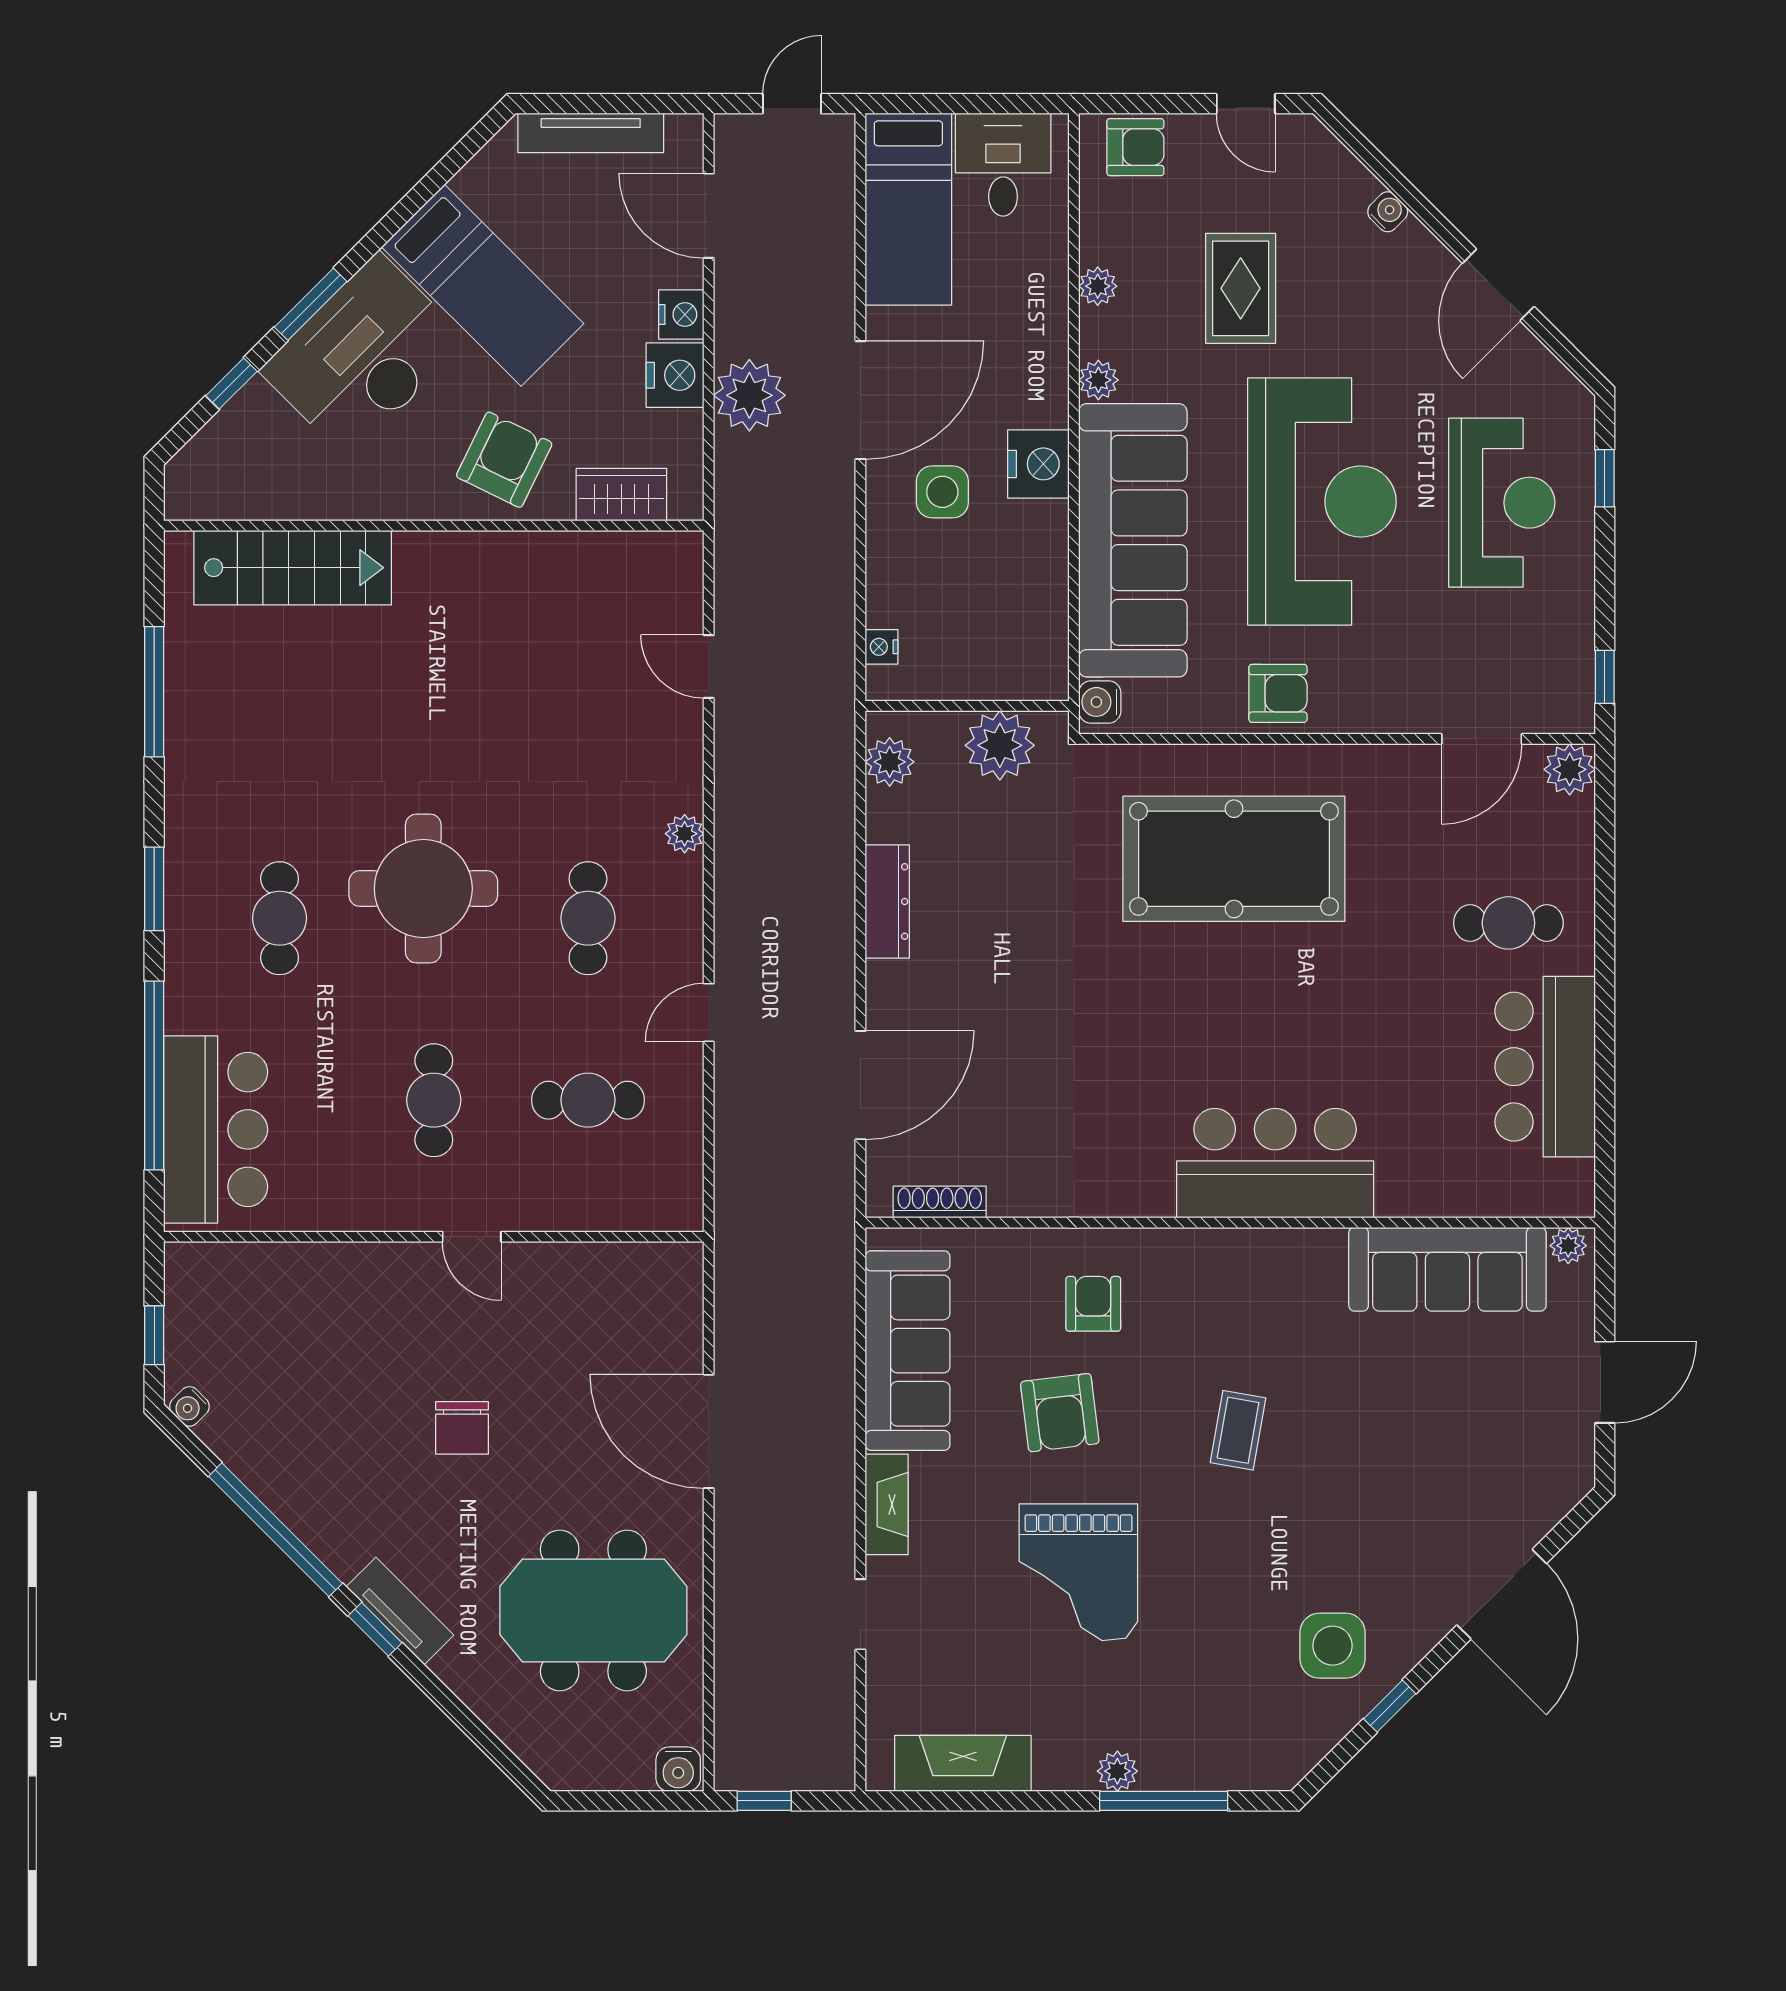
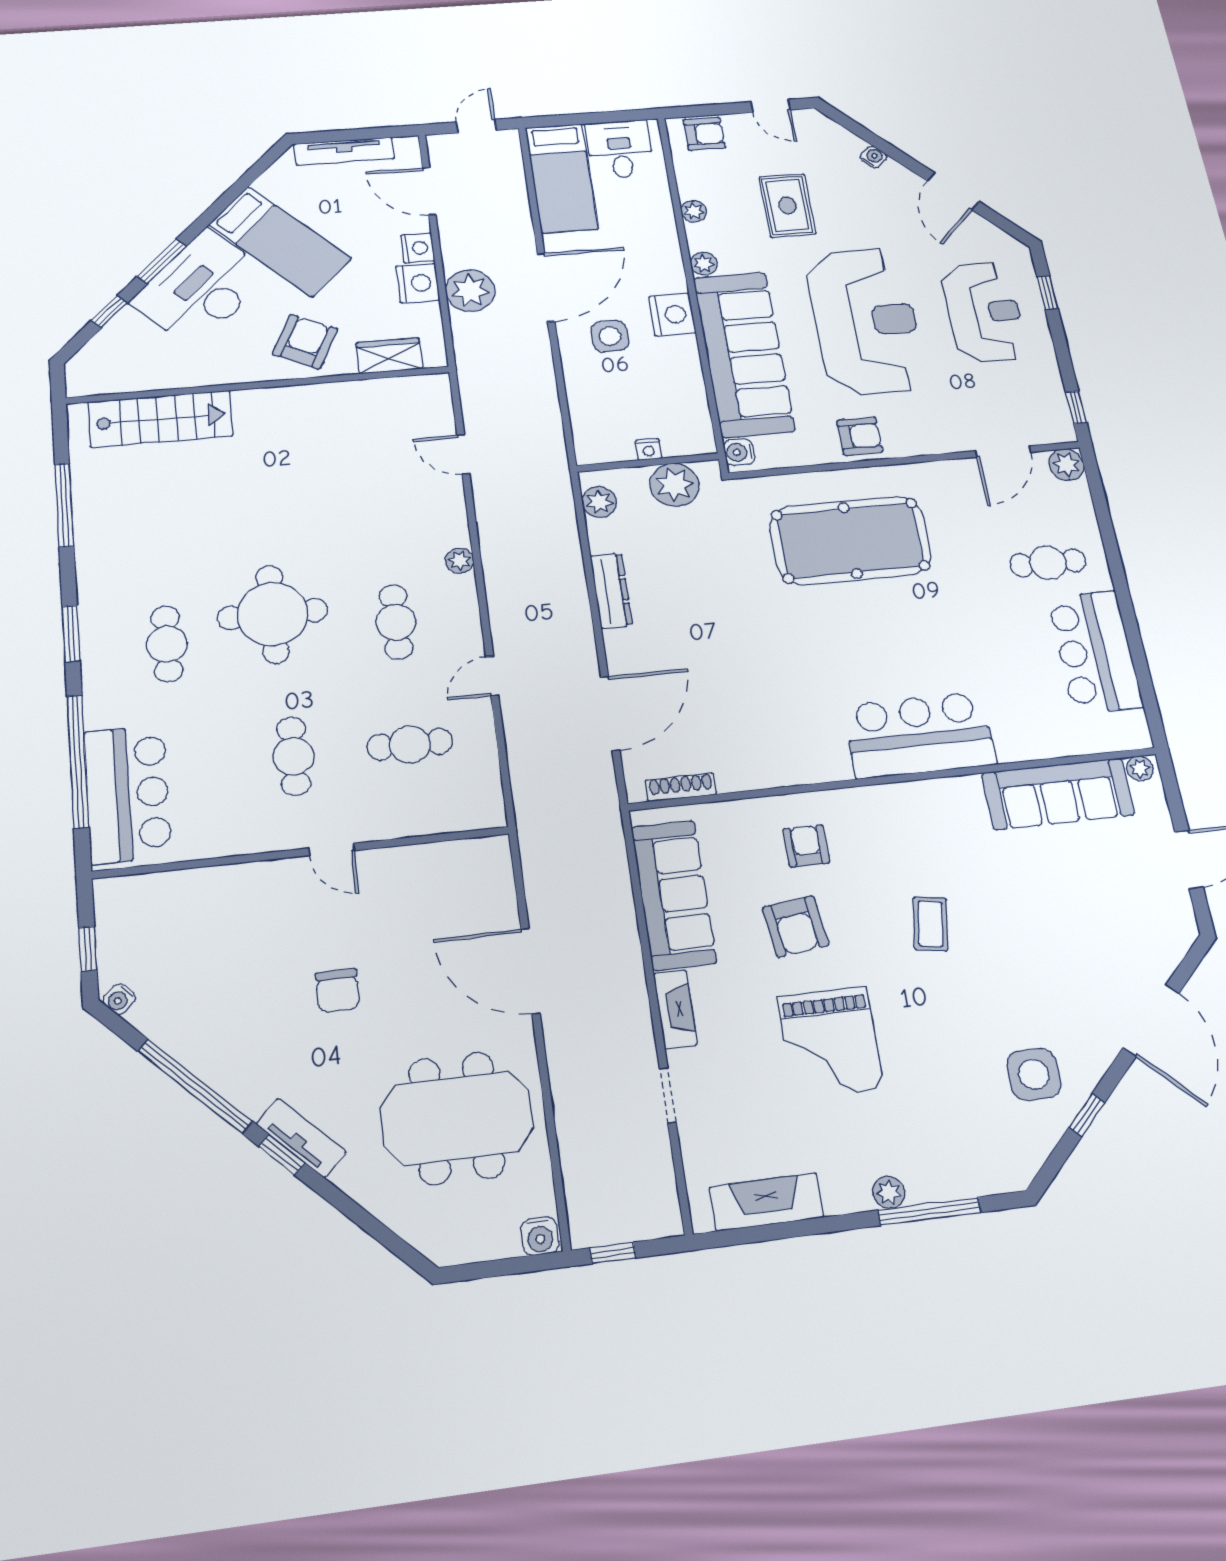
nightstand: (881, 647) -> (649, 449), moved, turned -90

